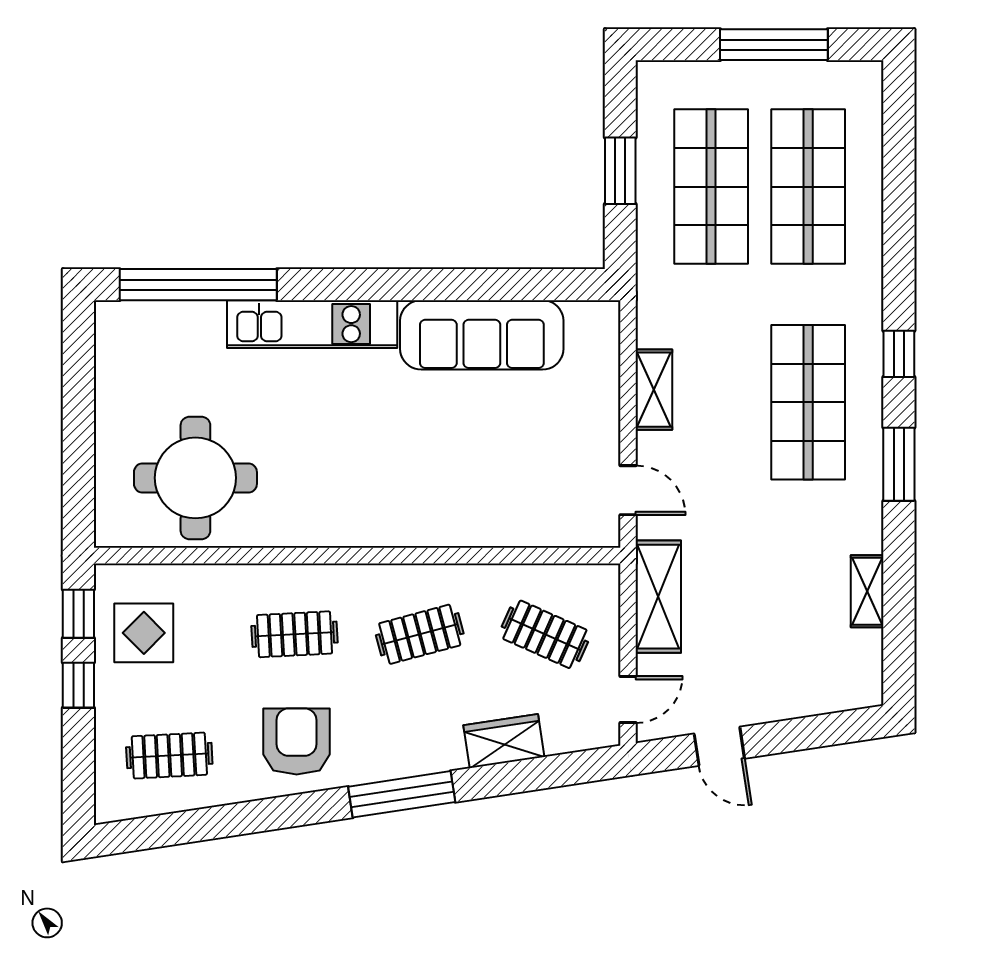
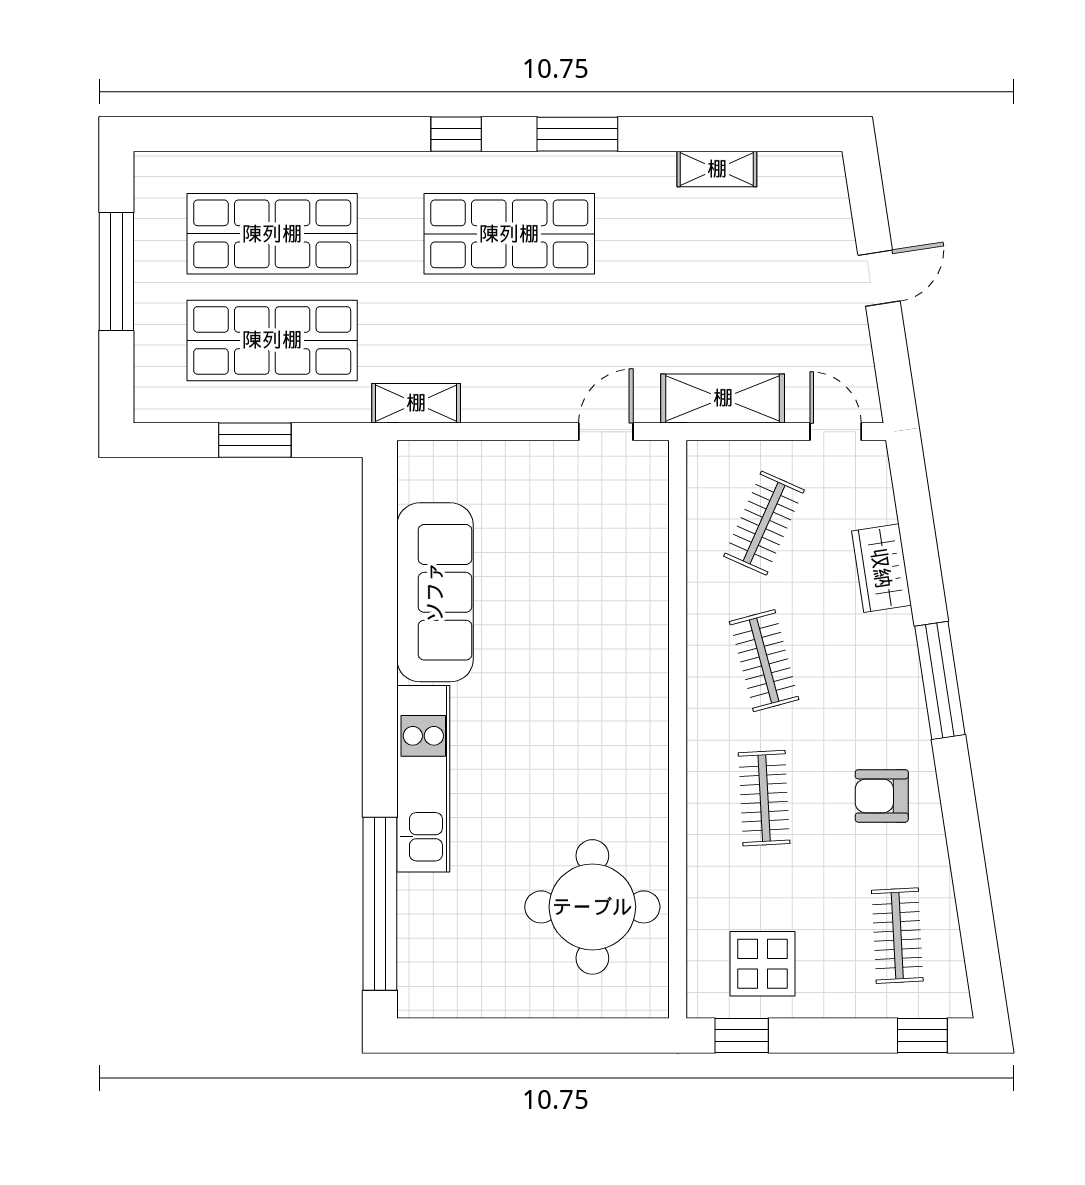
shelving: (654, 390) -> (416, 403), moved
window: (78, 685) -> (922, 1036), moved
armchair: (297, 741) -> (882, 796), width x0.72, depth x0.72
door: (719, 746) -> (879, 278), moved

